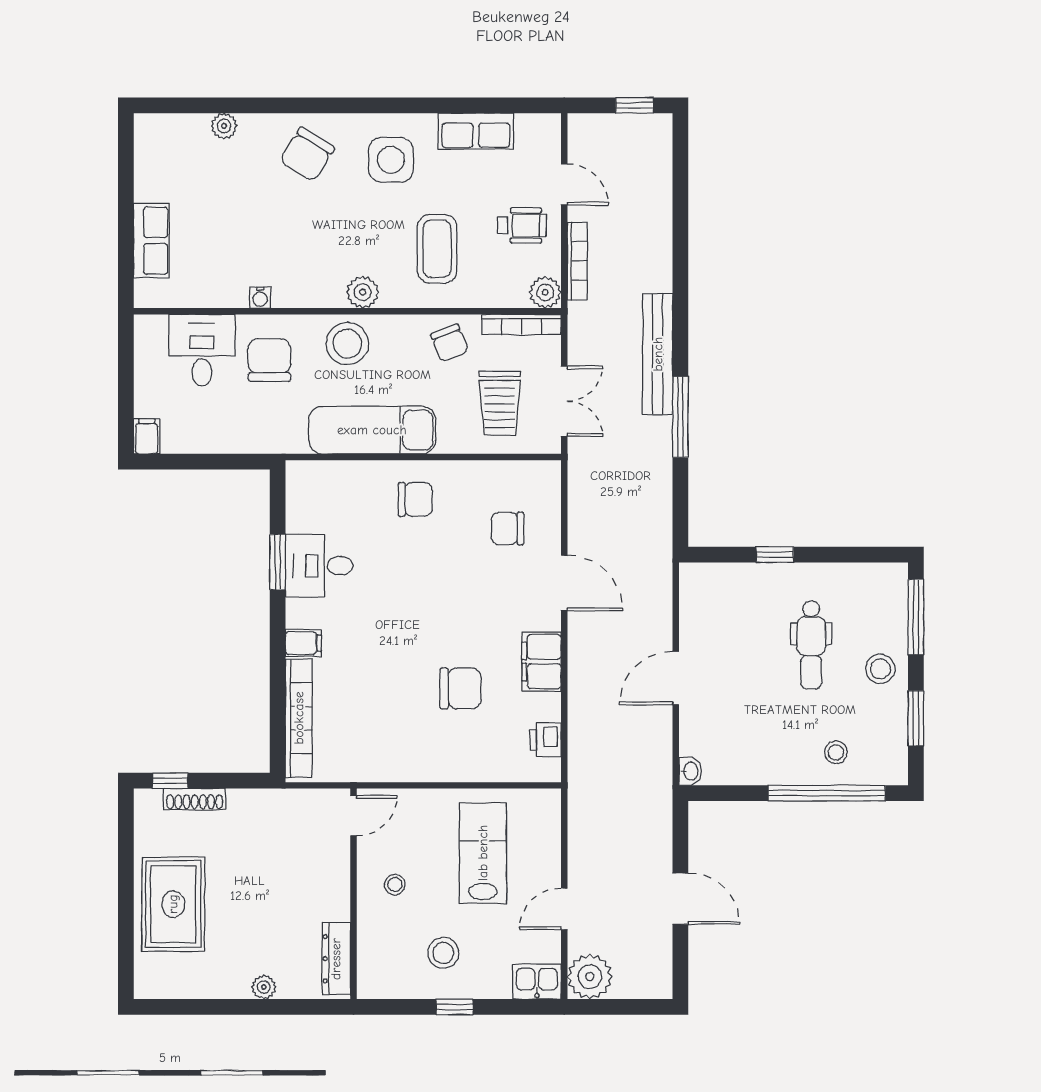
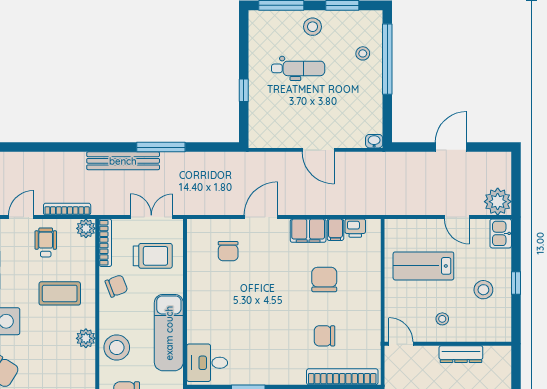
chair: (415, 499) -> (325, 336), moved, turned -90
desk: (319, 566) -> (207, 363), moved, turned 90
filing cabinet: (303, 643) -> (335, 230), moved, turned 180
dresser: (336, 959) -> (461, 354), moved

